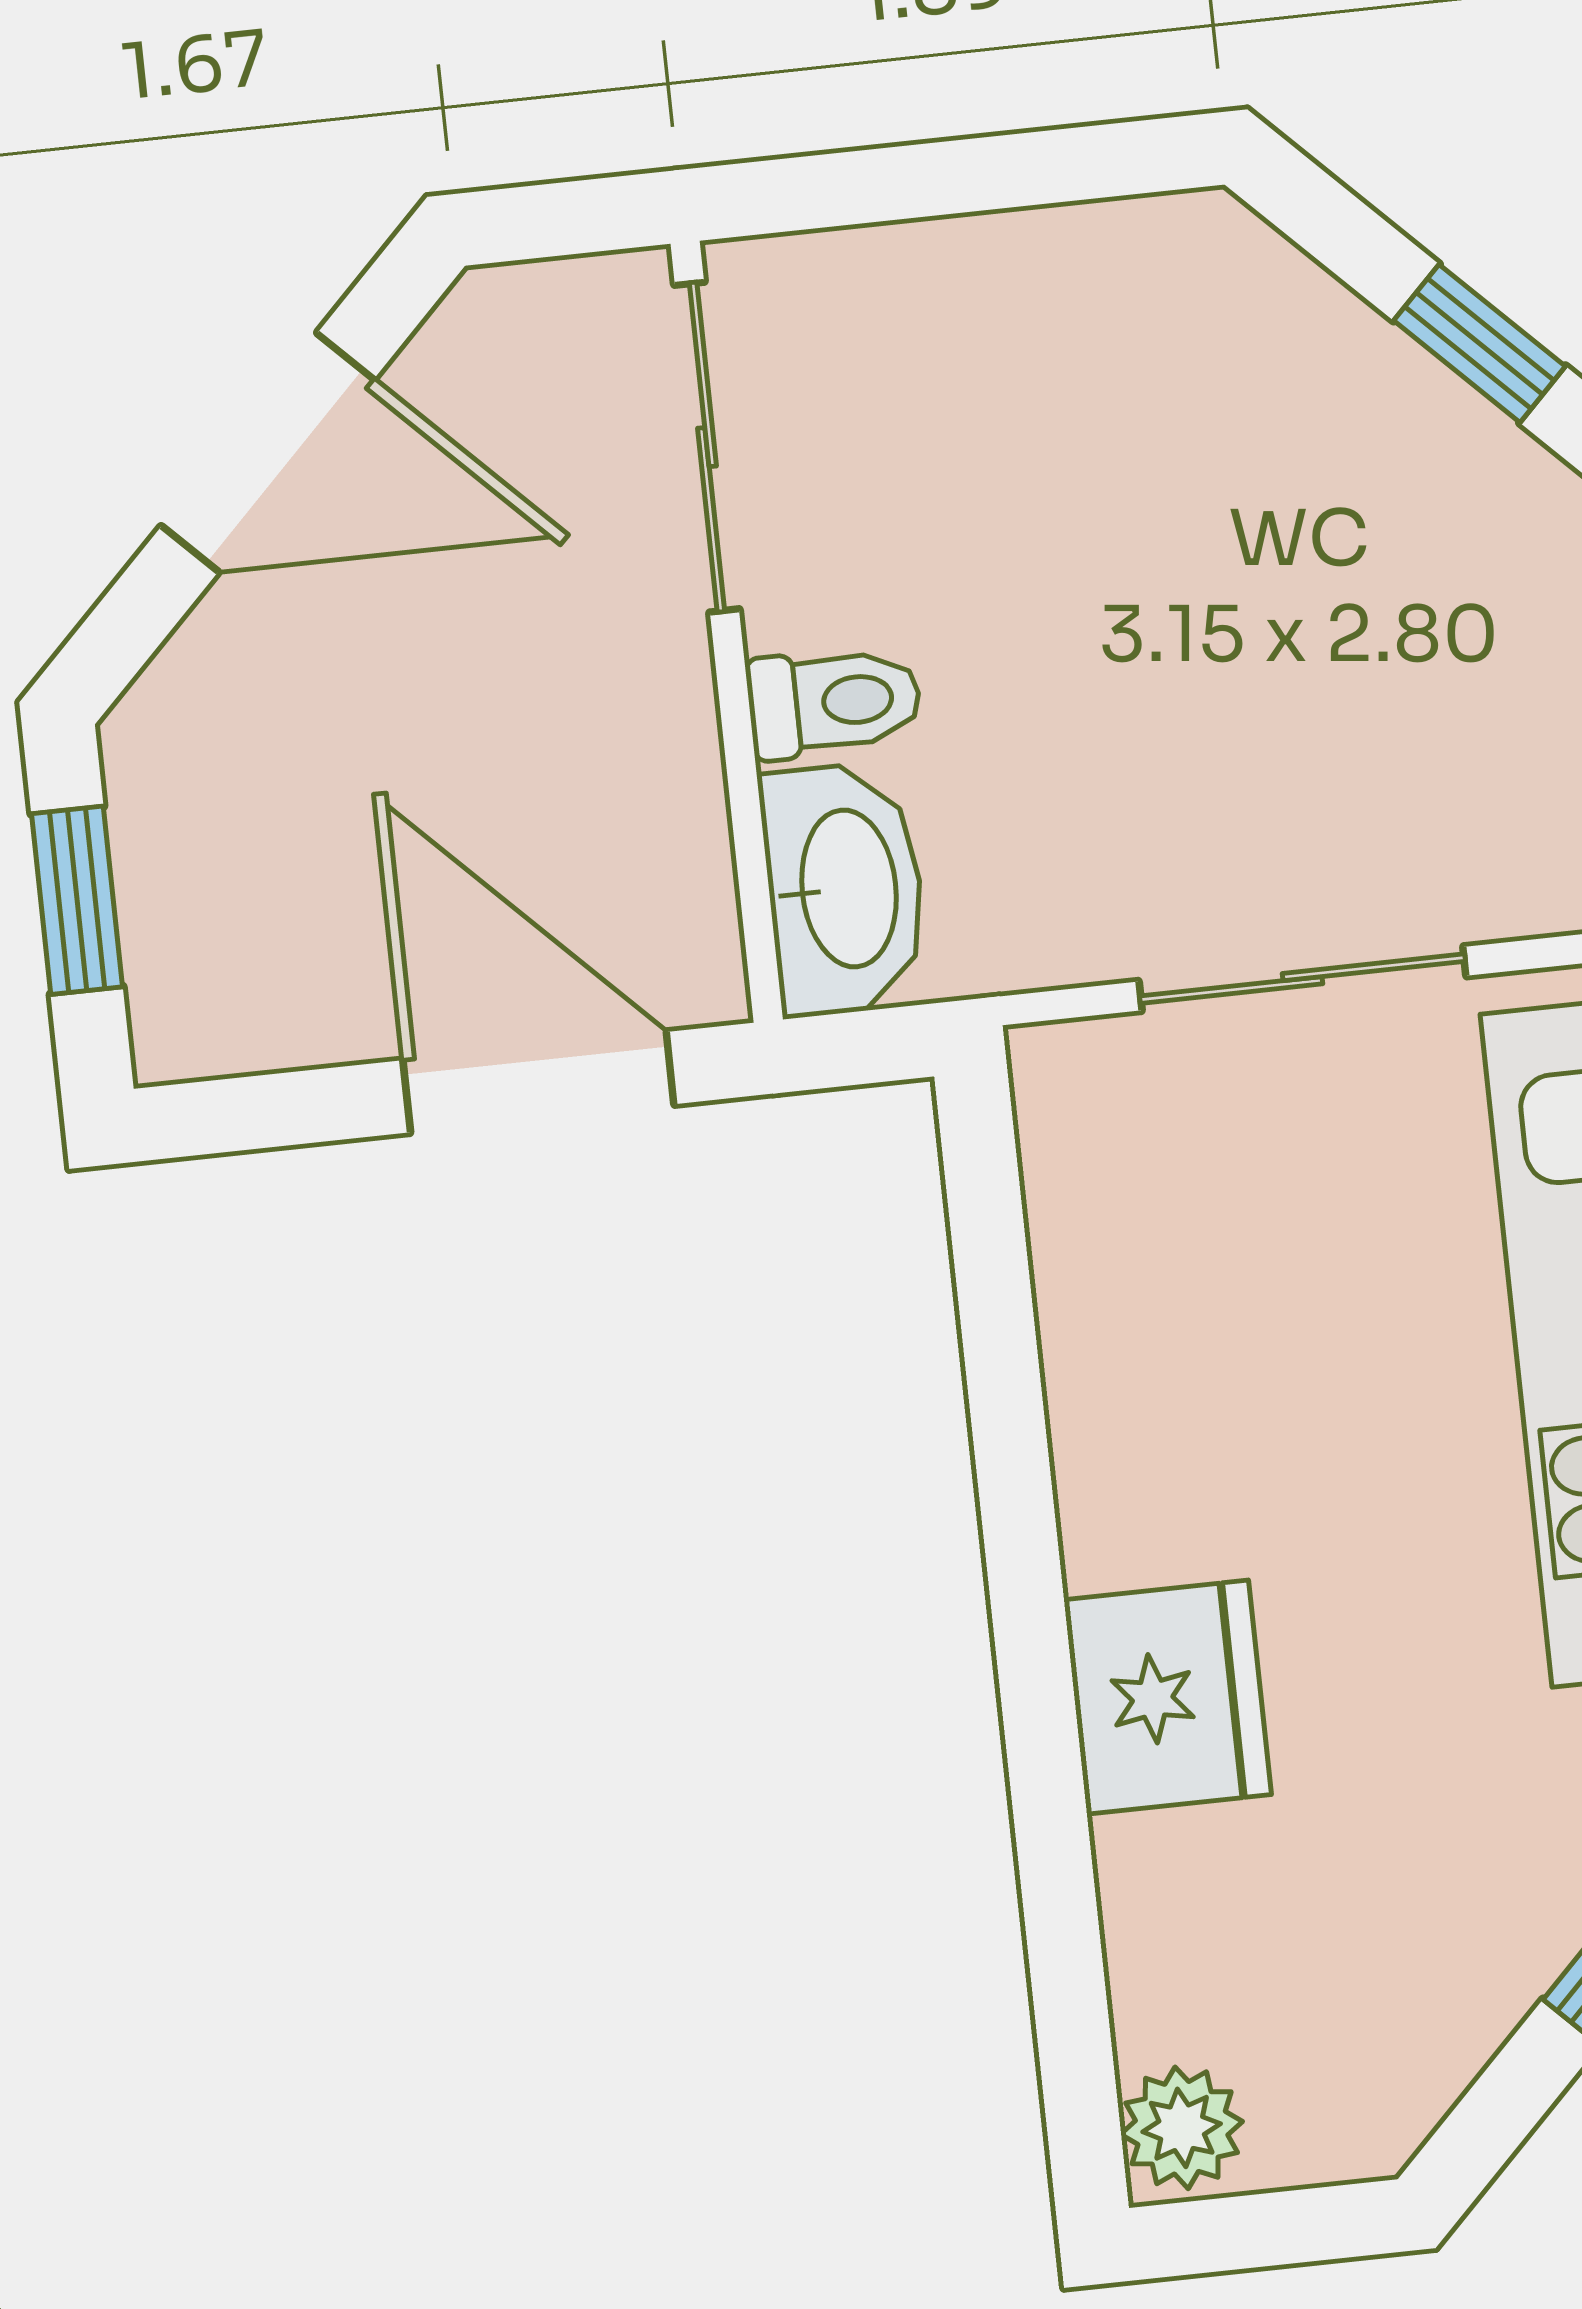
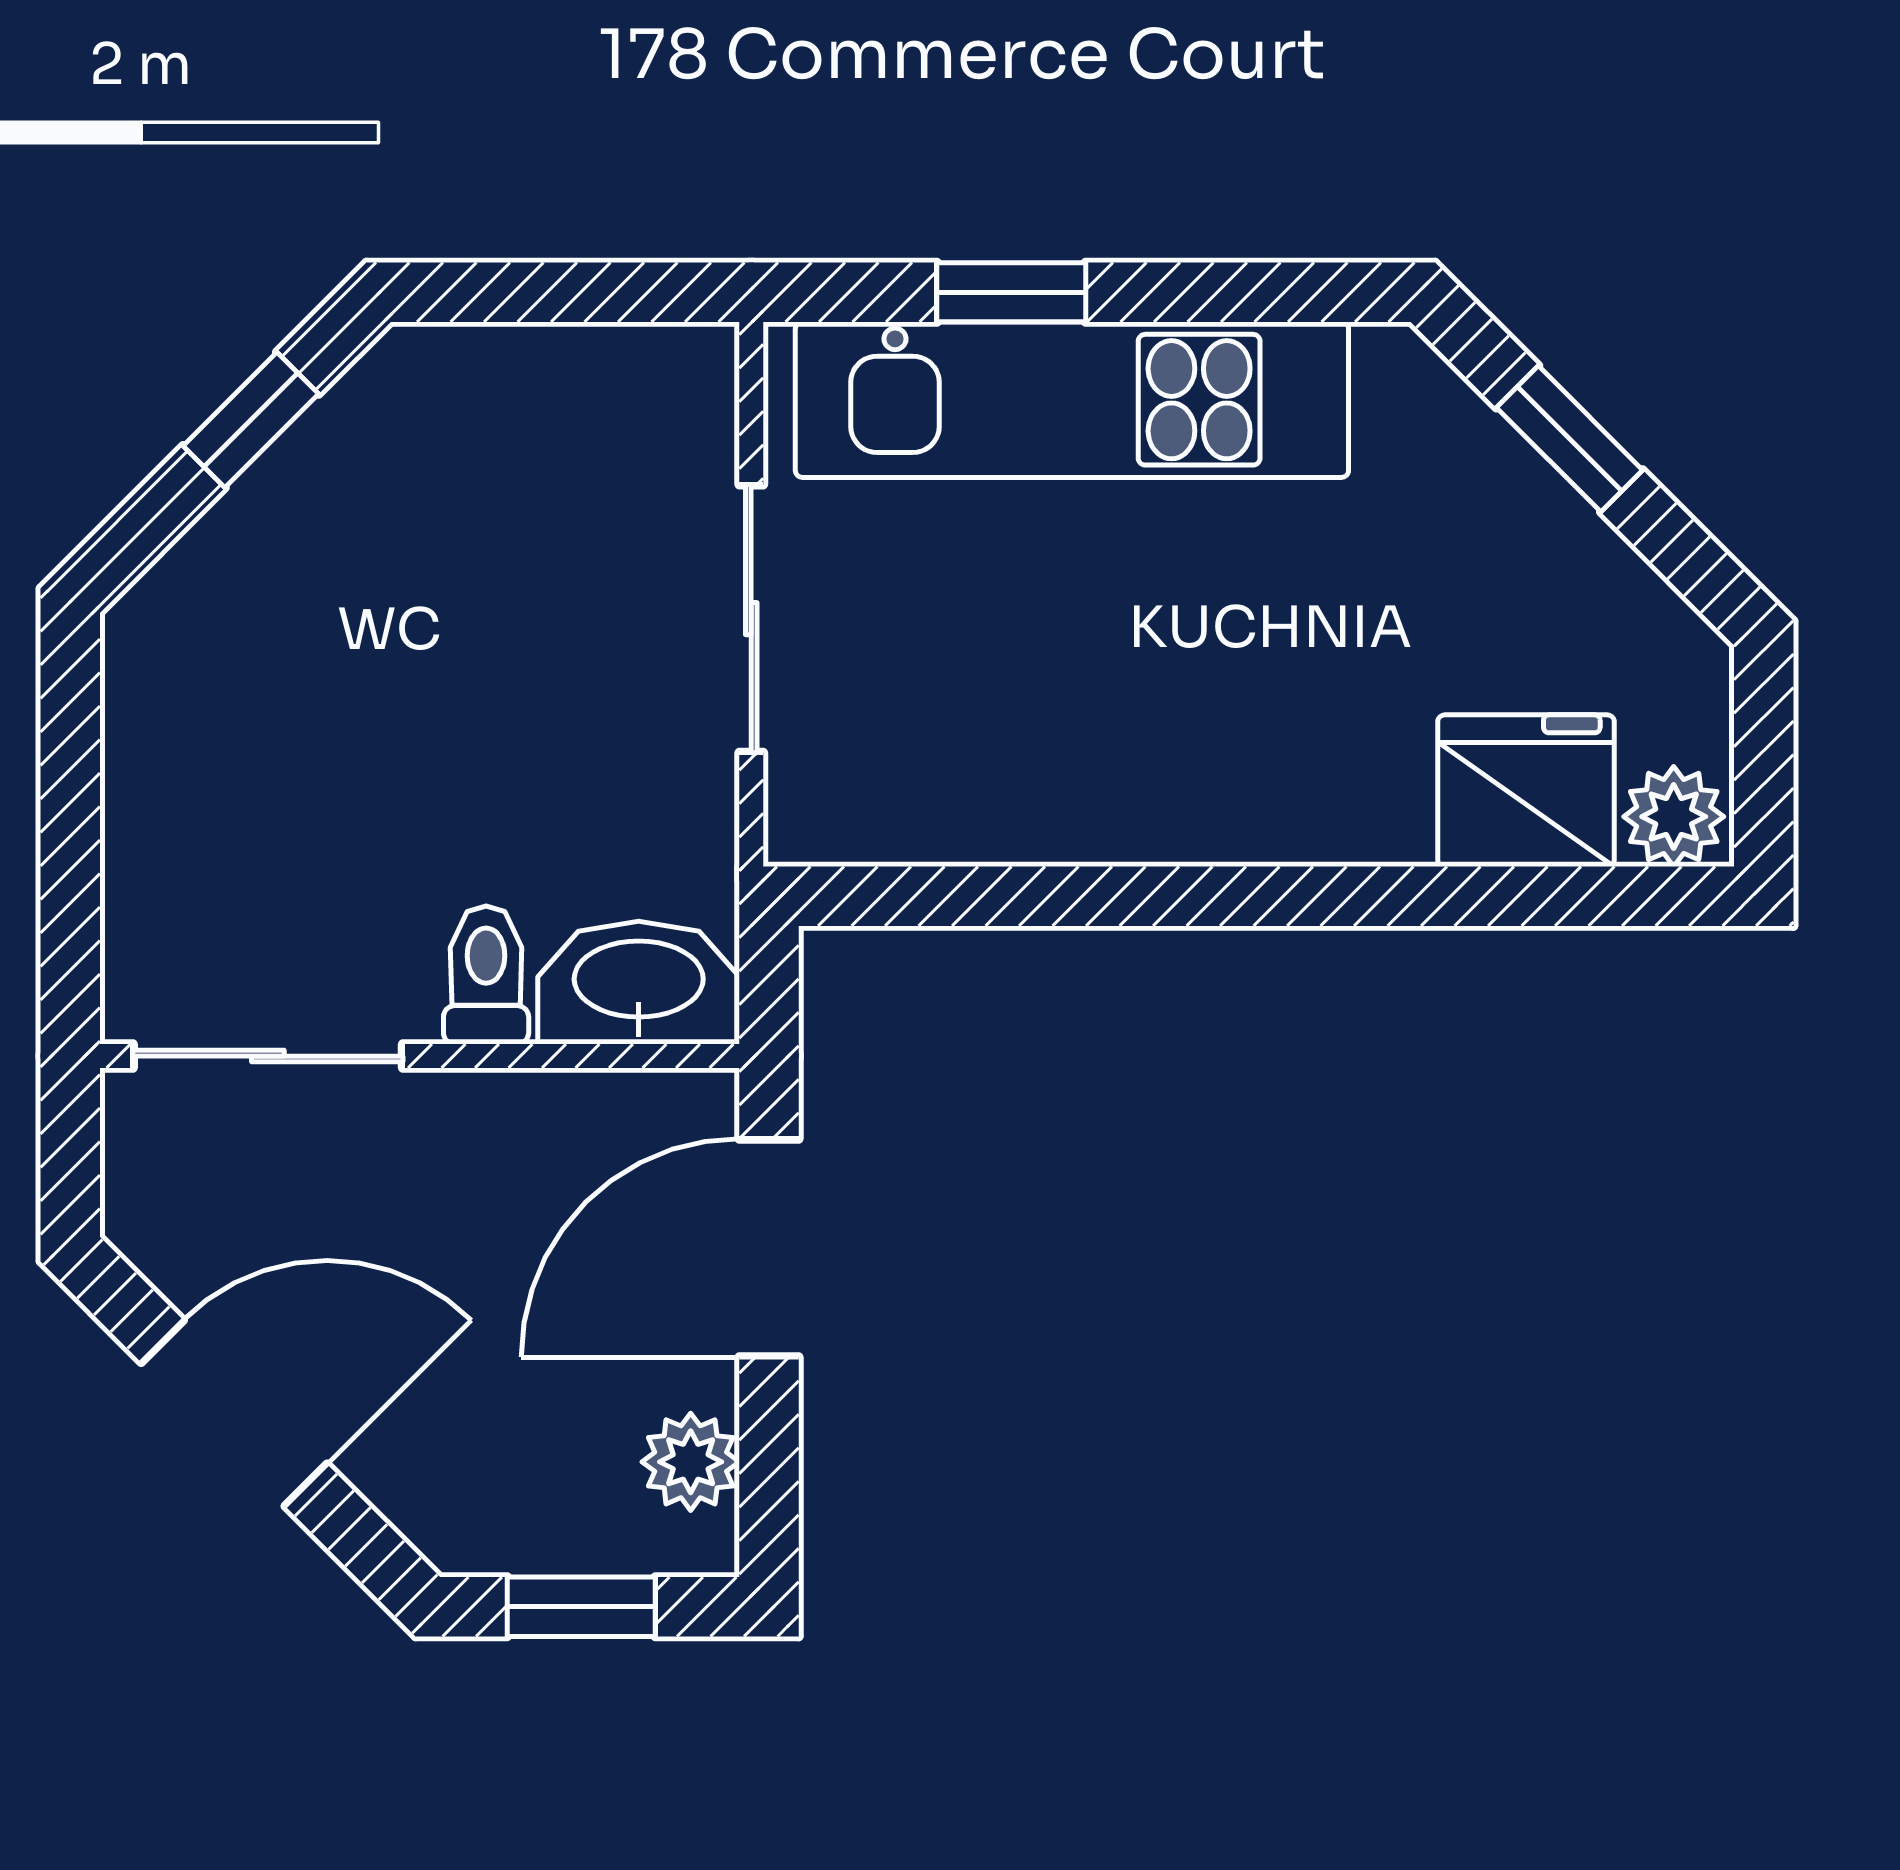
door: (268, 452) -> (234, 1413), hinge flipped
plant: (268, 1015) -> (691, 1462), added
fridge: (1167, 1697) -> (1526, 791), moved

